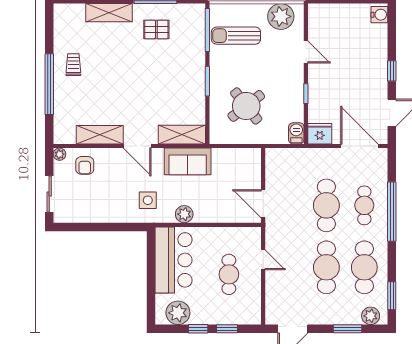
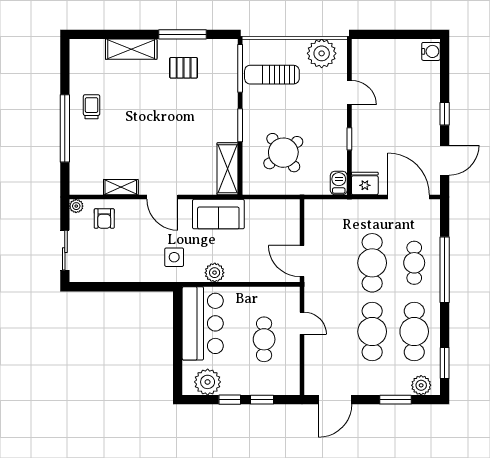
shelving: (100, 135) -> (121, 187), width x0.67, depth x0.75
shelving: (182, 135) -> (228, 169), moved, turned 90

